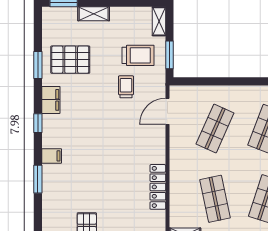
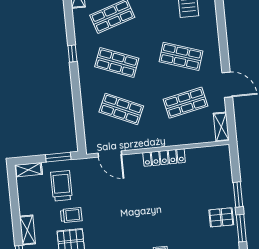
trolley: (126, 87) -> (71, 215), moved, turned 180
locker: (158, 187) -> (164, 157), moved

